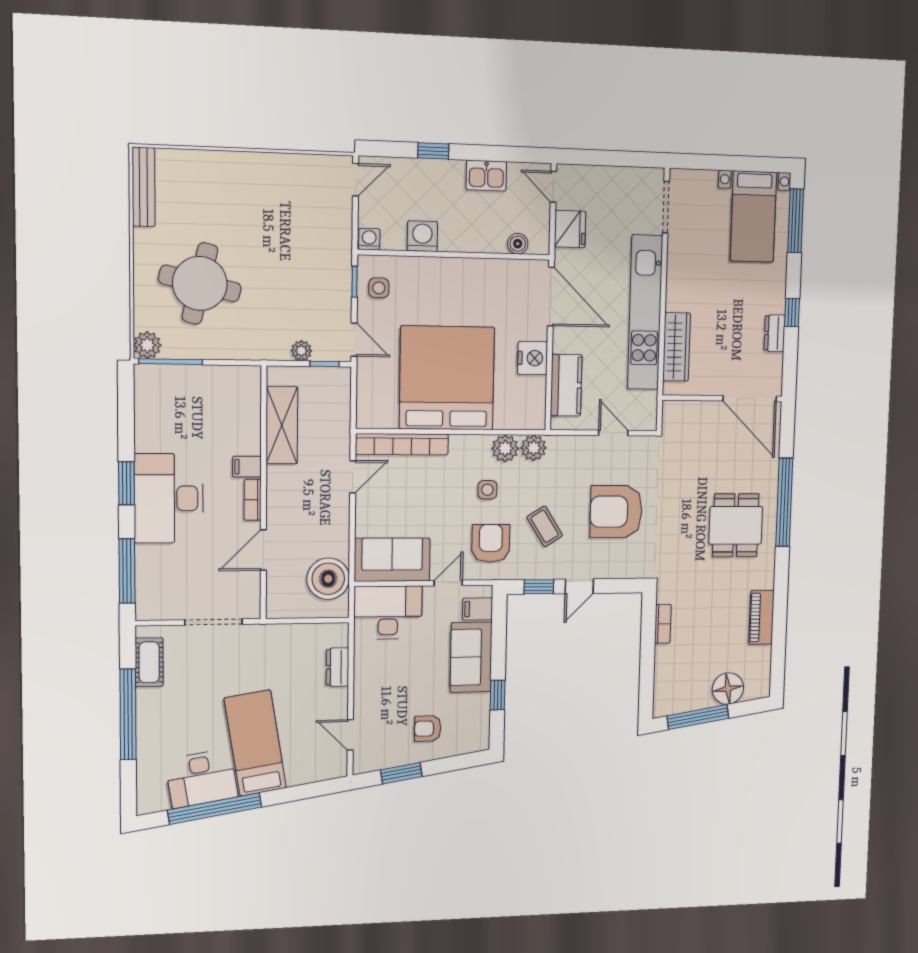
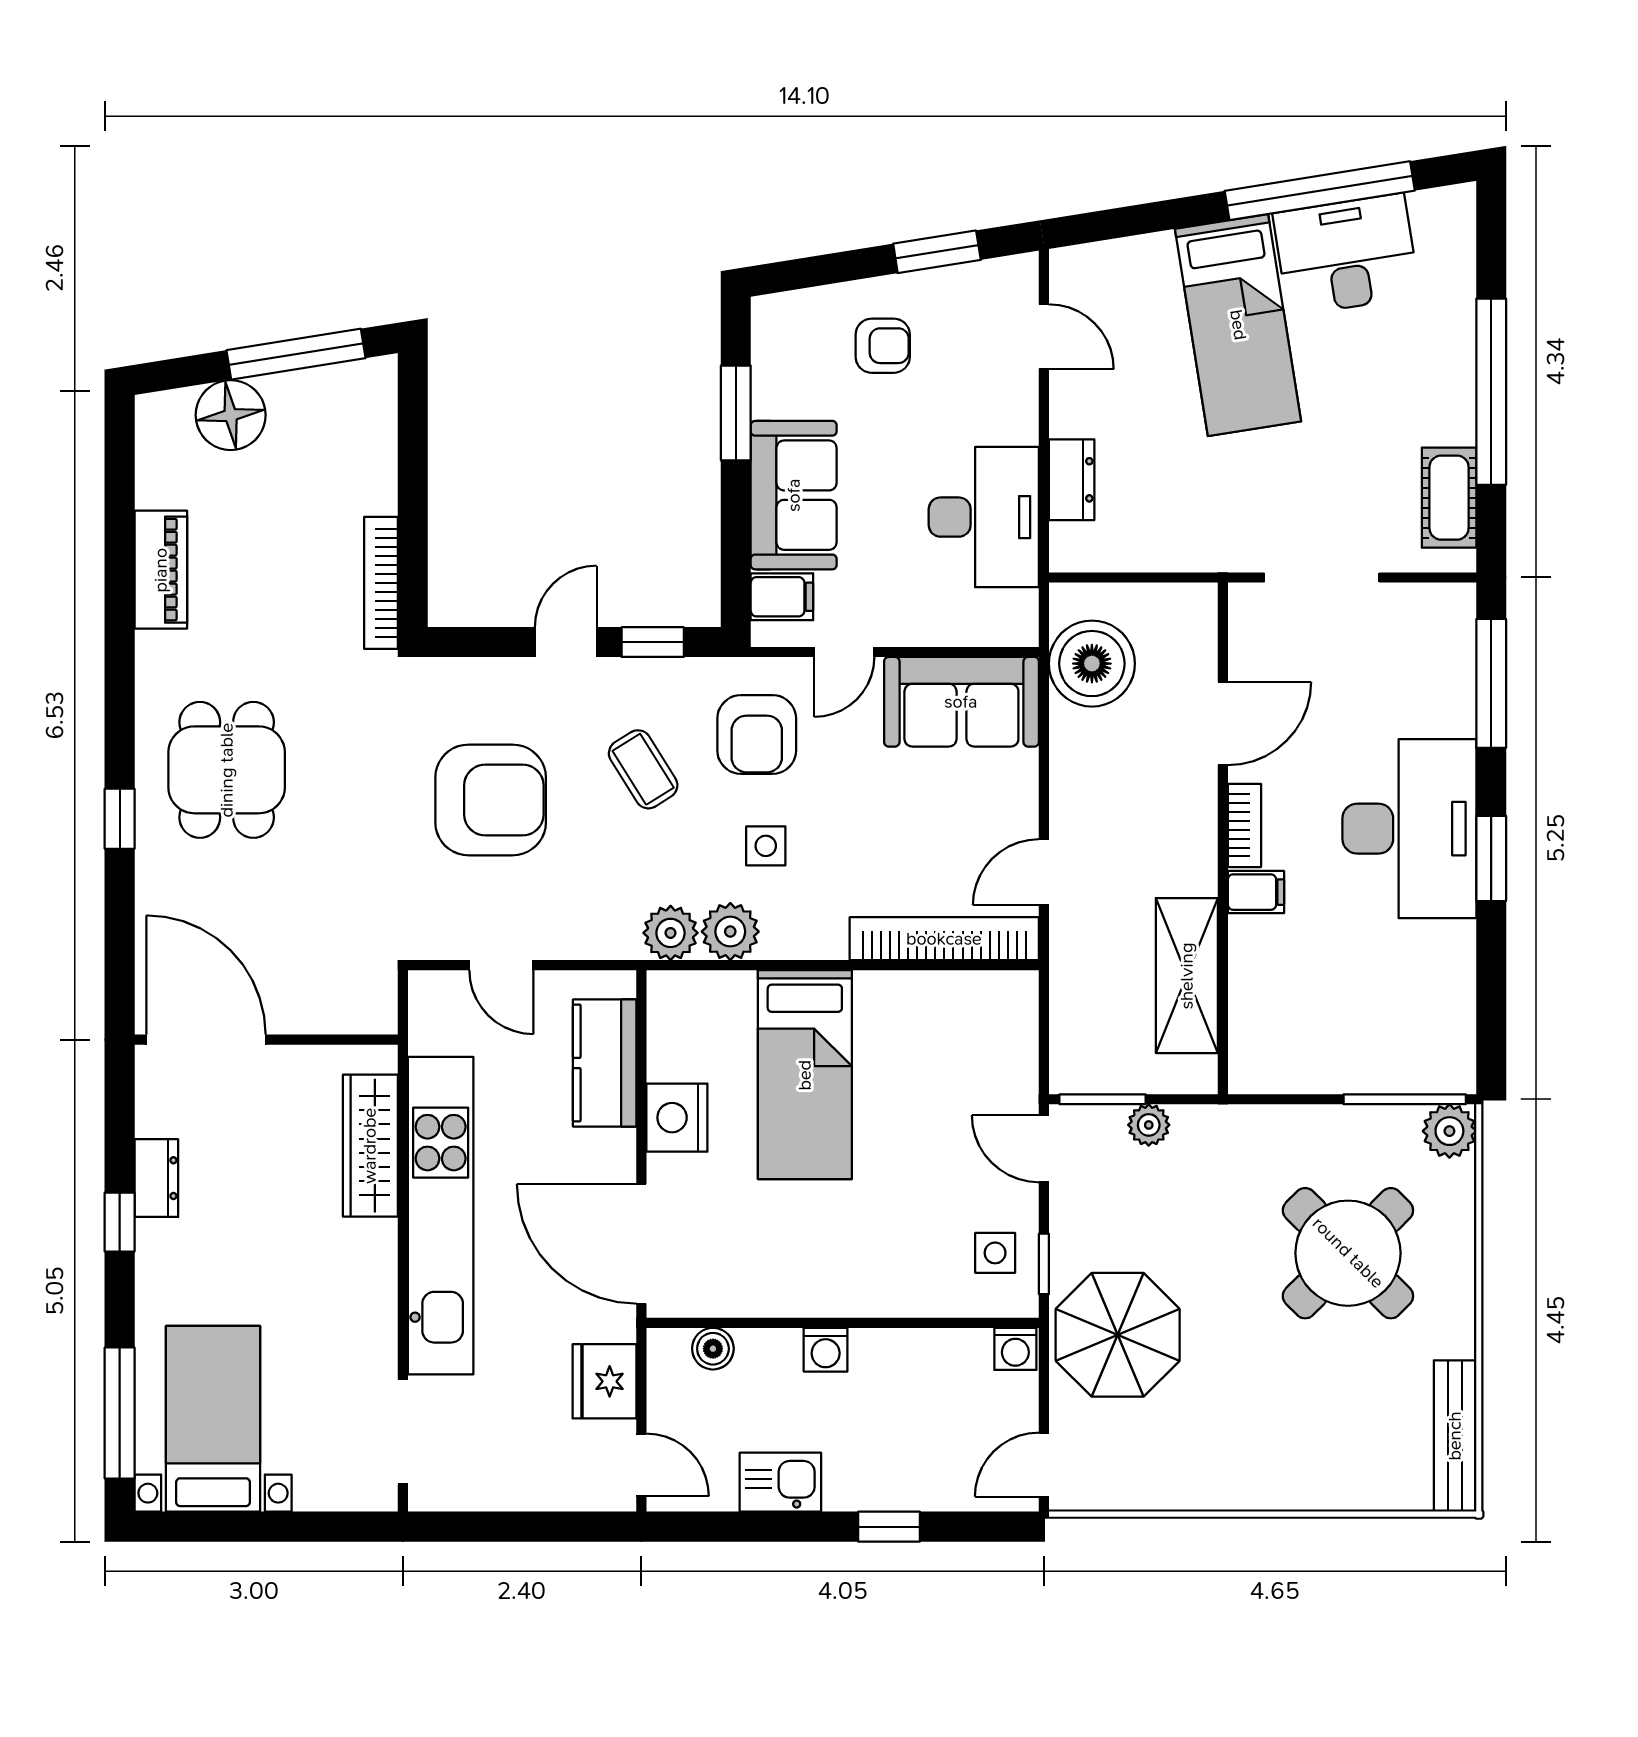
washing machine: (422, 236) -> (826, 1350), moved, width x0.73, depth x0.73
parasol: (318, 245) -> (1118, 1335), added
round table: (200, 283) -> (1348, 1253), turned 32
window: (325, 364) -> (1103, 1099), width x1.50
bed: (447, 378) -> (805, 1075), width x0.49
window: (784, 502) -> (120, 819), width x0.32
desk: (388, 613) -> (984, 517), moved, turned -90
bookcase: (663, 624) -> (381, 583), width x1.56
window: (498, 695) -> (736, 413), width x1.50

